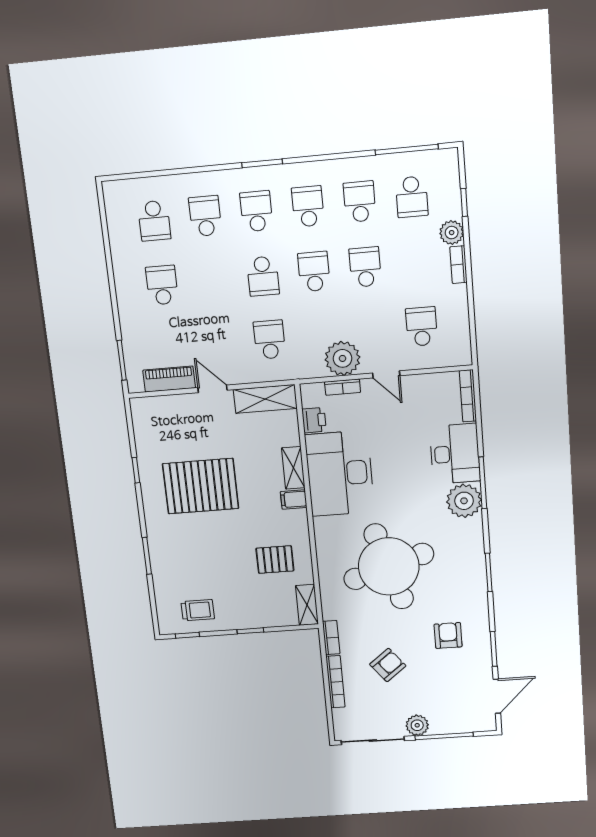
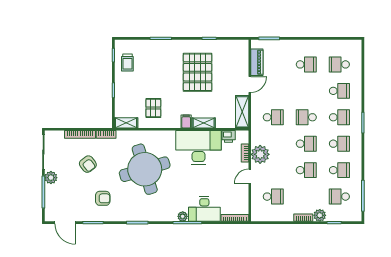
plant: (464, 501) -> (183, 216), width x0.53, depth x0.53

